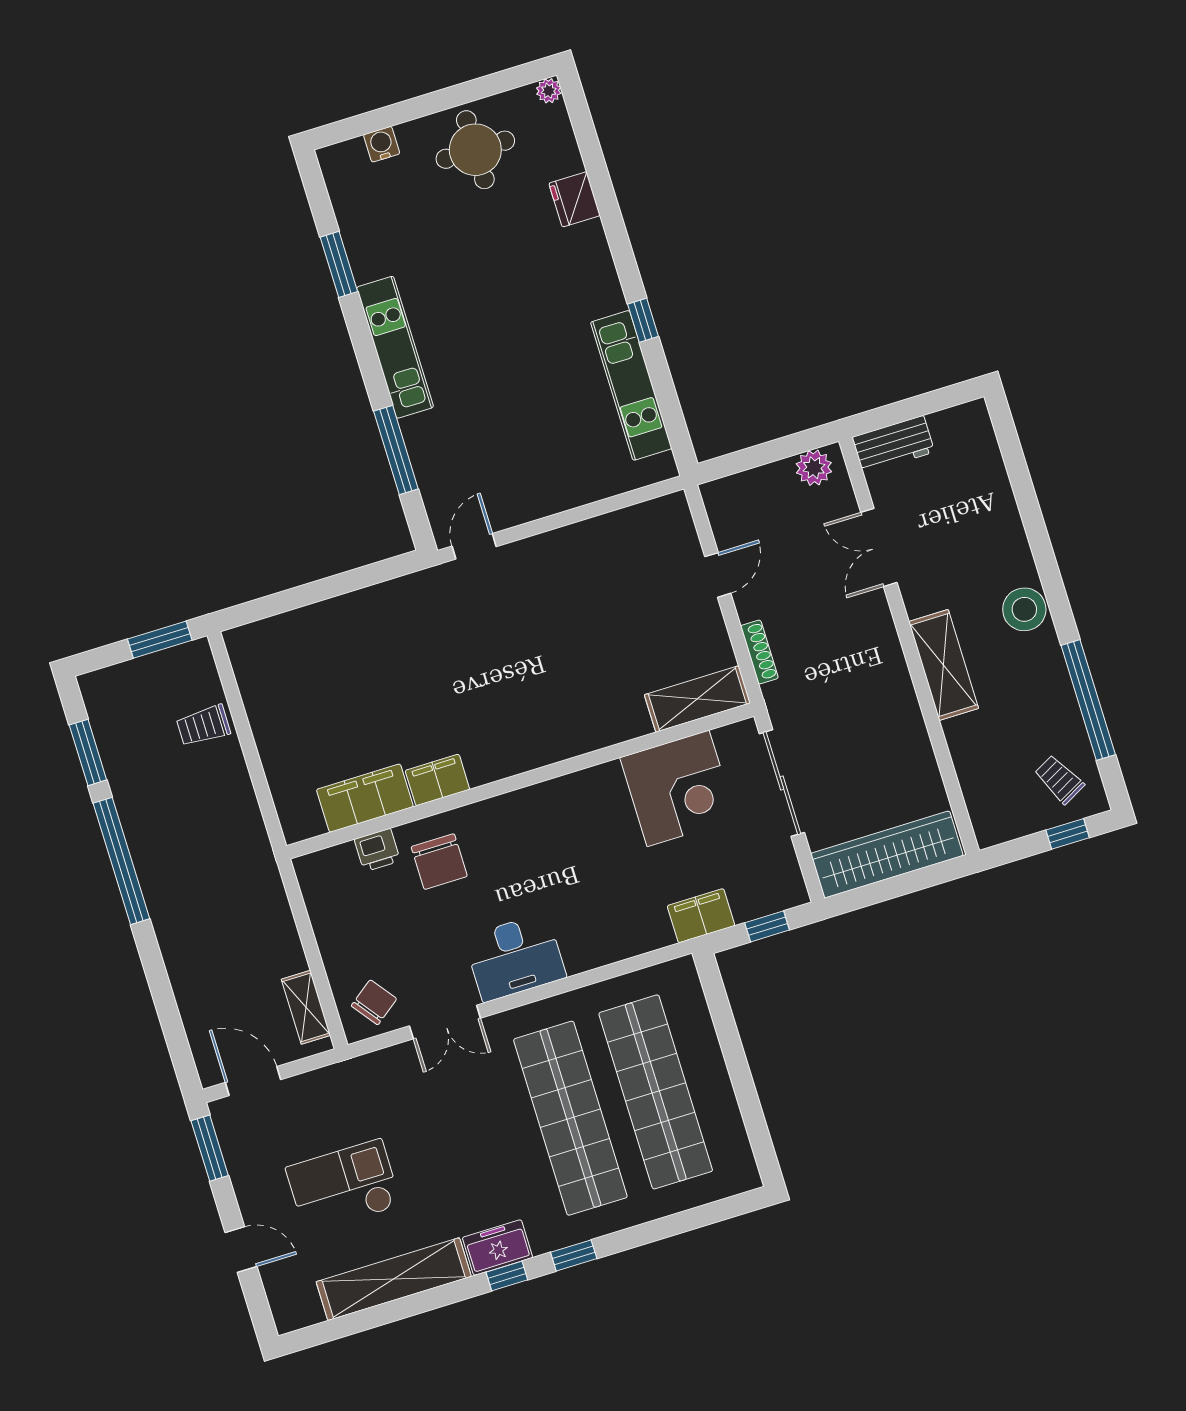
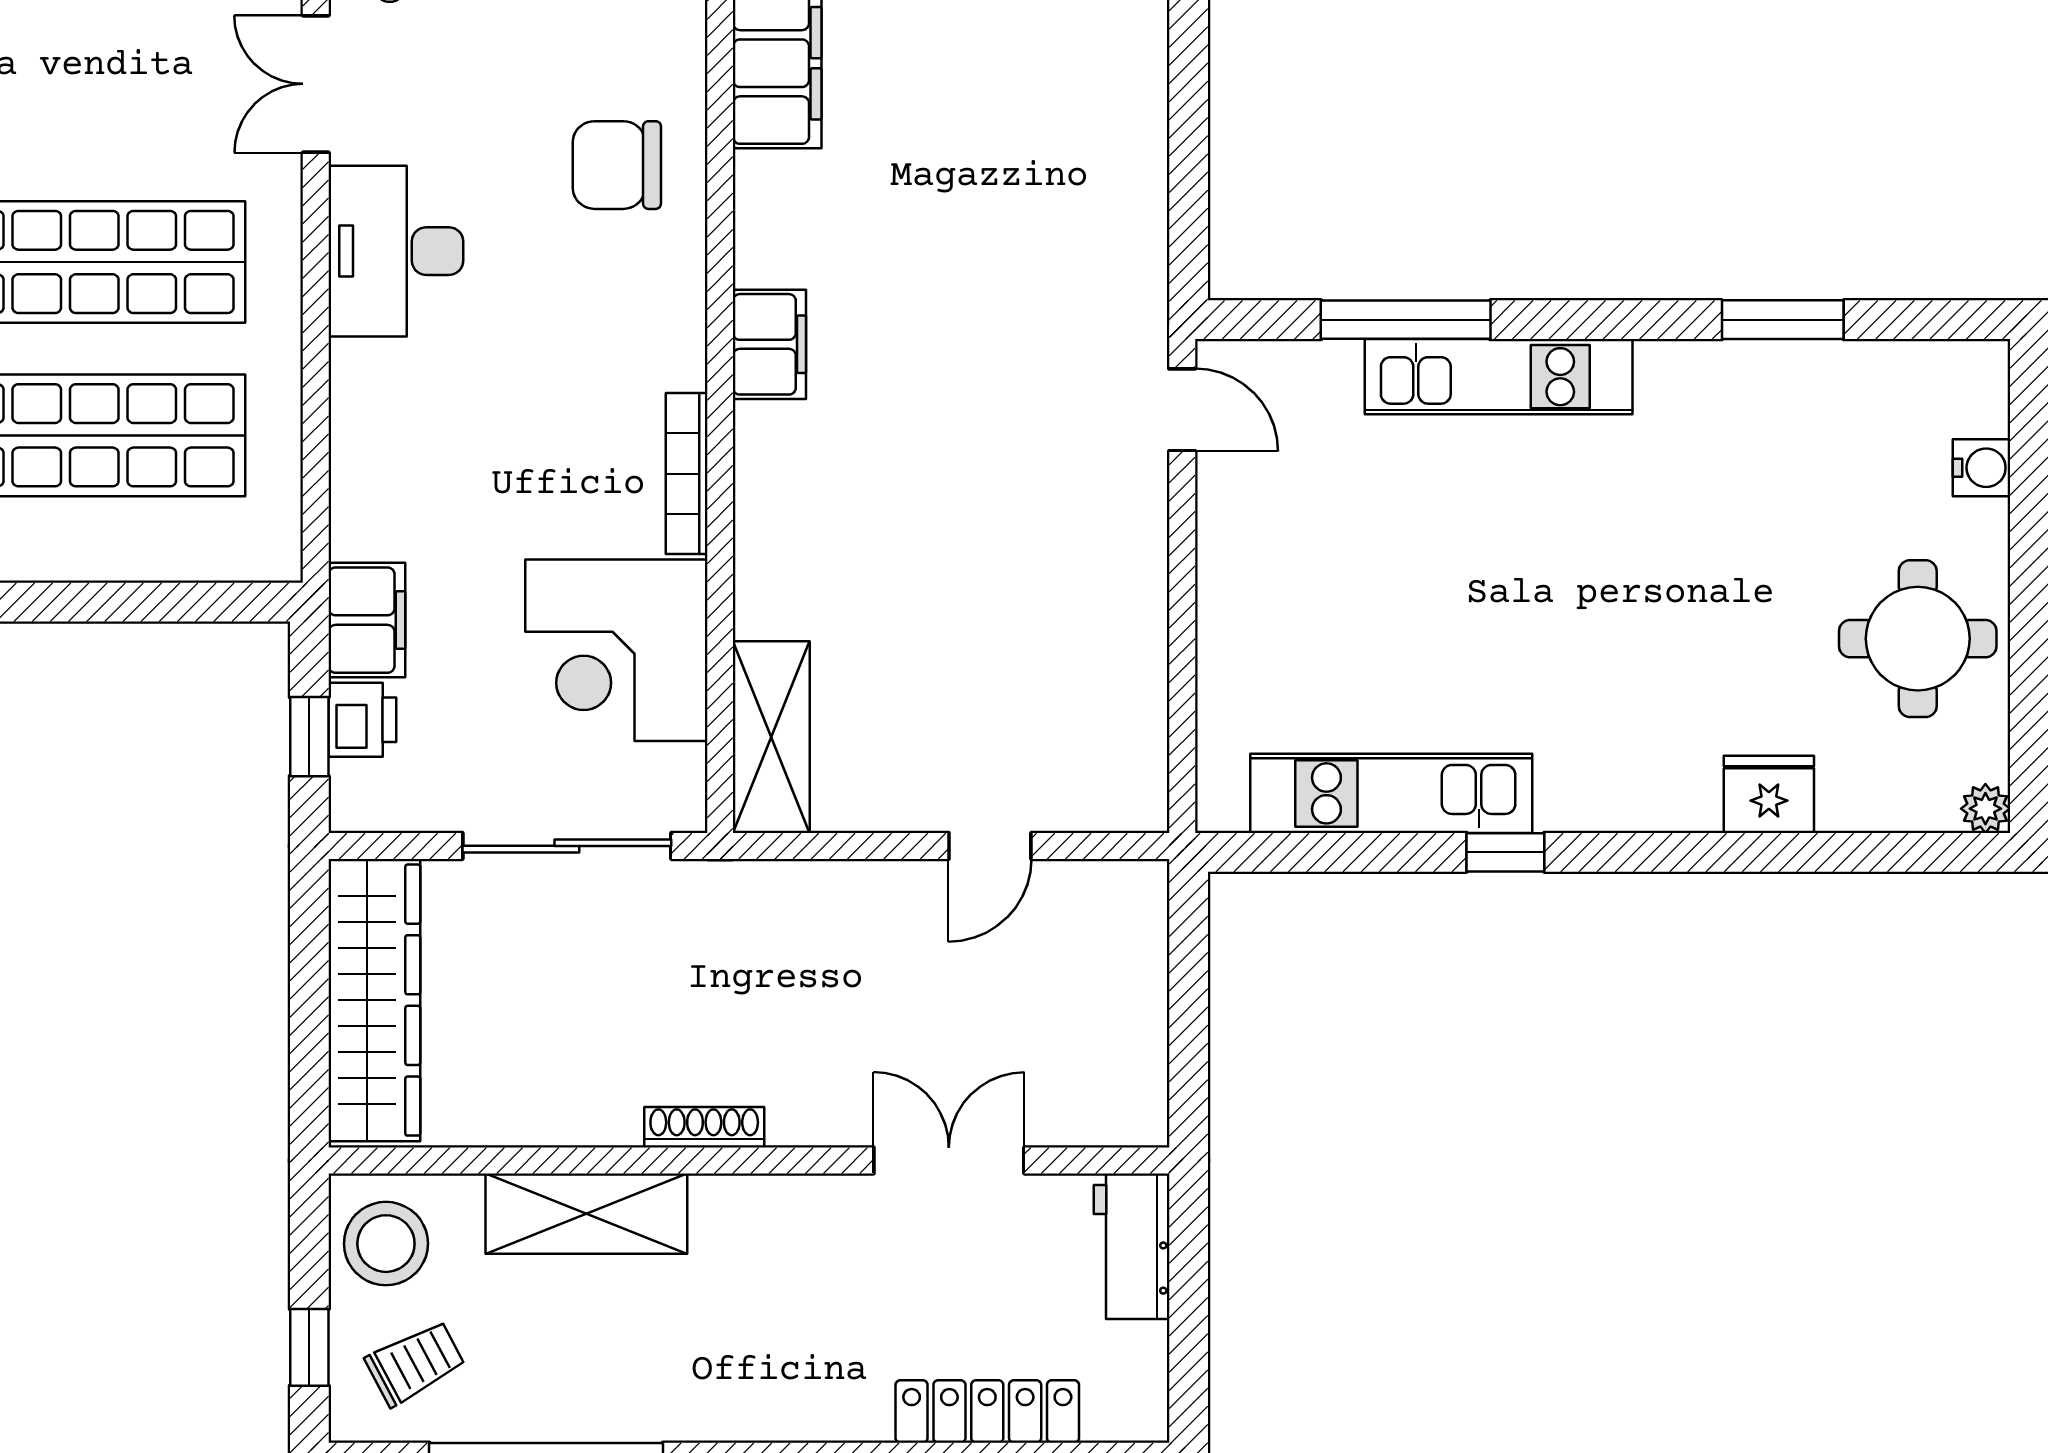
kitchen unit: (395, 347) -> (1499, 377), moved
plant: (814, 468) -> (1134, 1085), removed
locker: (997, 491) -> (987, 1411), added
door: (718, 575) -> (990, 846), hinge flipped
stool: (1024, 609) -> (386, 1244), moved
shoe rack: (759, 652) -> (704, 1127), moved, turned 180
shelving: (944, 665) -> (586, 1214), moved
filing cabinet: (437, 780) -> (769, 344), moved
bookcase: (580, 781) -> (687, 474), added
printer: (377, 850) -> (362, 720), moved, turned 180

